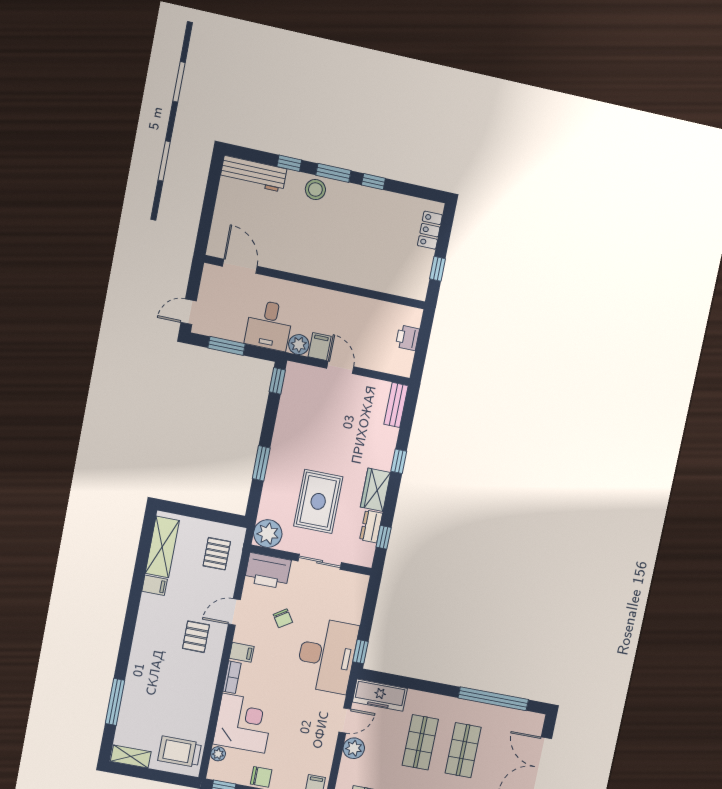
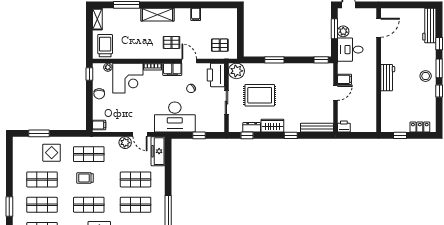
stool: (315, 190) -> (426, 76), moved
workbench: (332, 269) -> (388, 78), added
printer: (407, 338) -> (344, 126), moved
plant: (299, 345) -> (343, 31), moved
bench: (396, 405) -> (317, 128), width x1.36
shelving: (162, 547) -> (157, 15), moved
filing cabinet: (242, 652) -> (172, 69), width x2.00
window: (361, 652) -> (199, 135), moved

